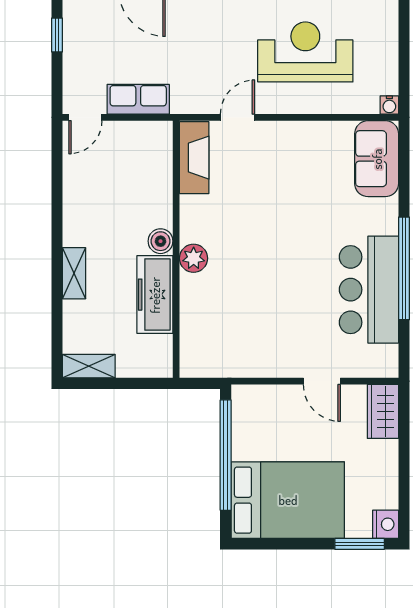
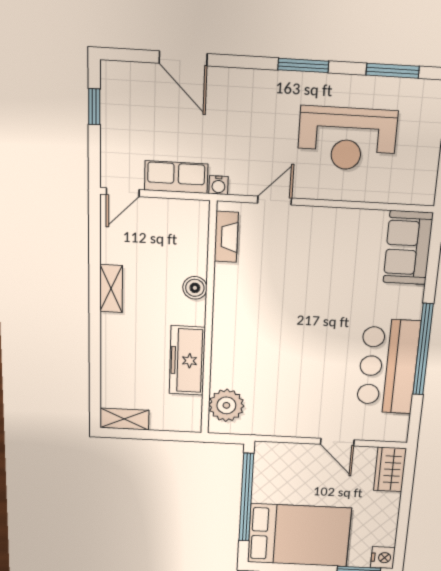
reception desk: (305, 52) -> (347, 139), turned 180
water cooler: (389, 105) -> (219, 185), moved
fireplace: (194, 158) -> (226, 237), width x0.73, depth x0.76
boiler: (161, 241) -> (195, 288), moved
plant: (194, 258) -> (226, 405), moved, width x1.36, depth x1.36
shelving: (74, 273) -> (111, 289), moved

